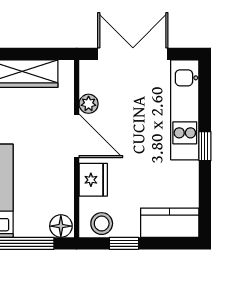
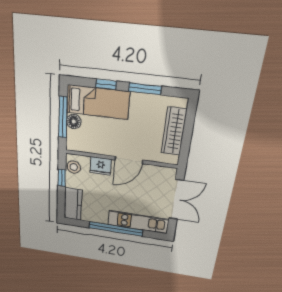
plant: (89, 104) -> (148, 170), removed
window: (205, 146) -> (116, 229), width x3.17
floor lamp: (61, 226) -> (74, 122), moved

